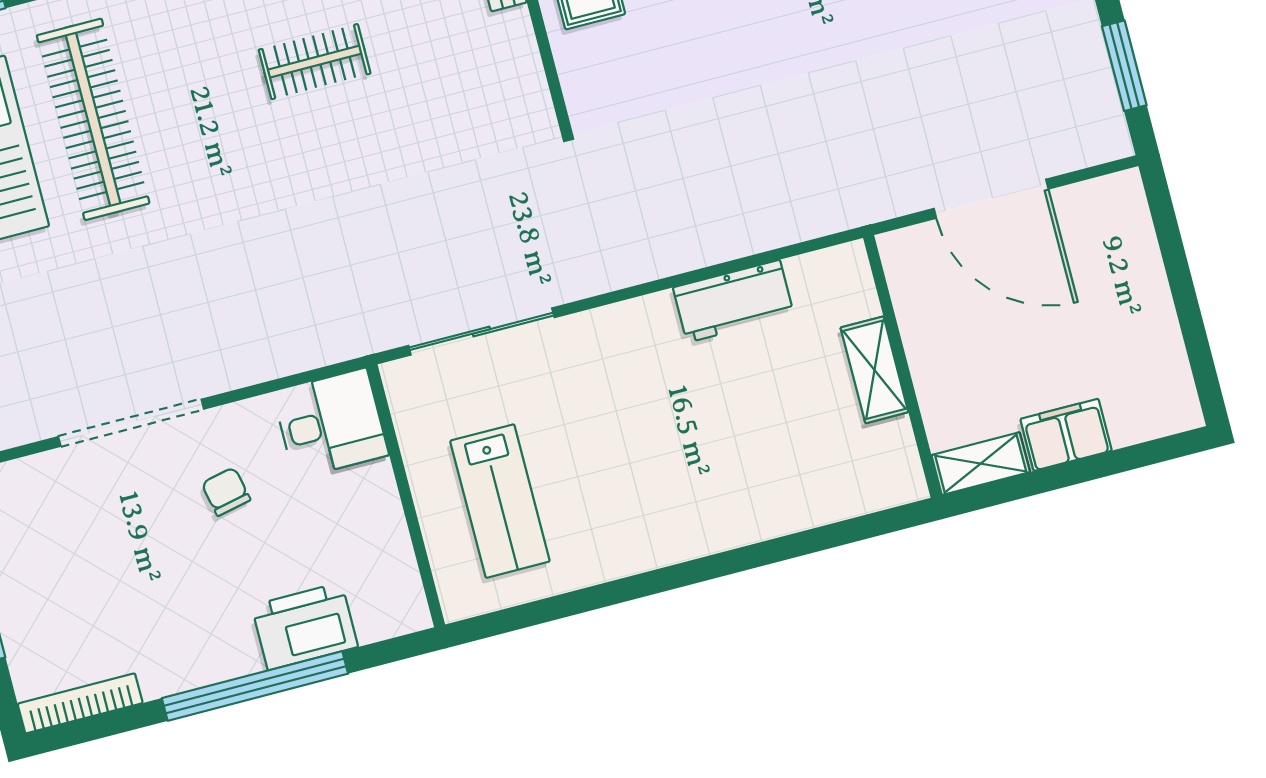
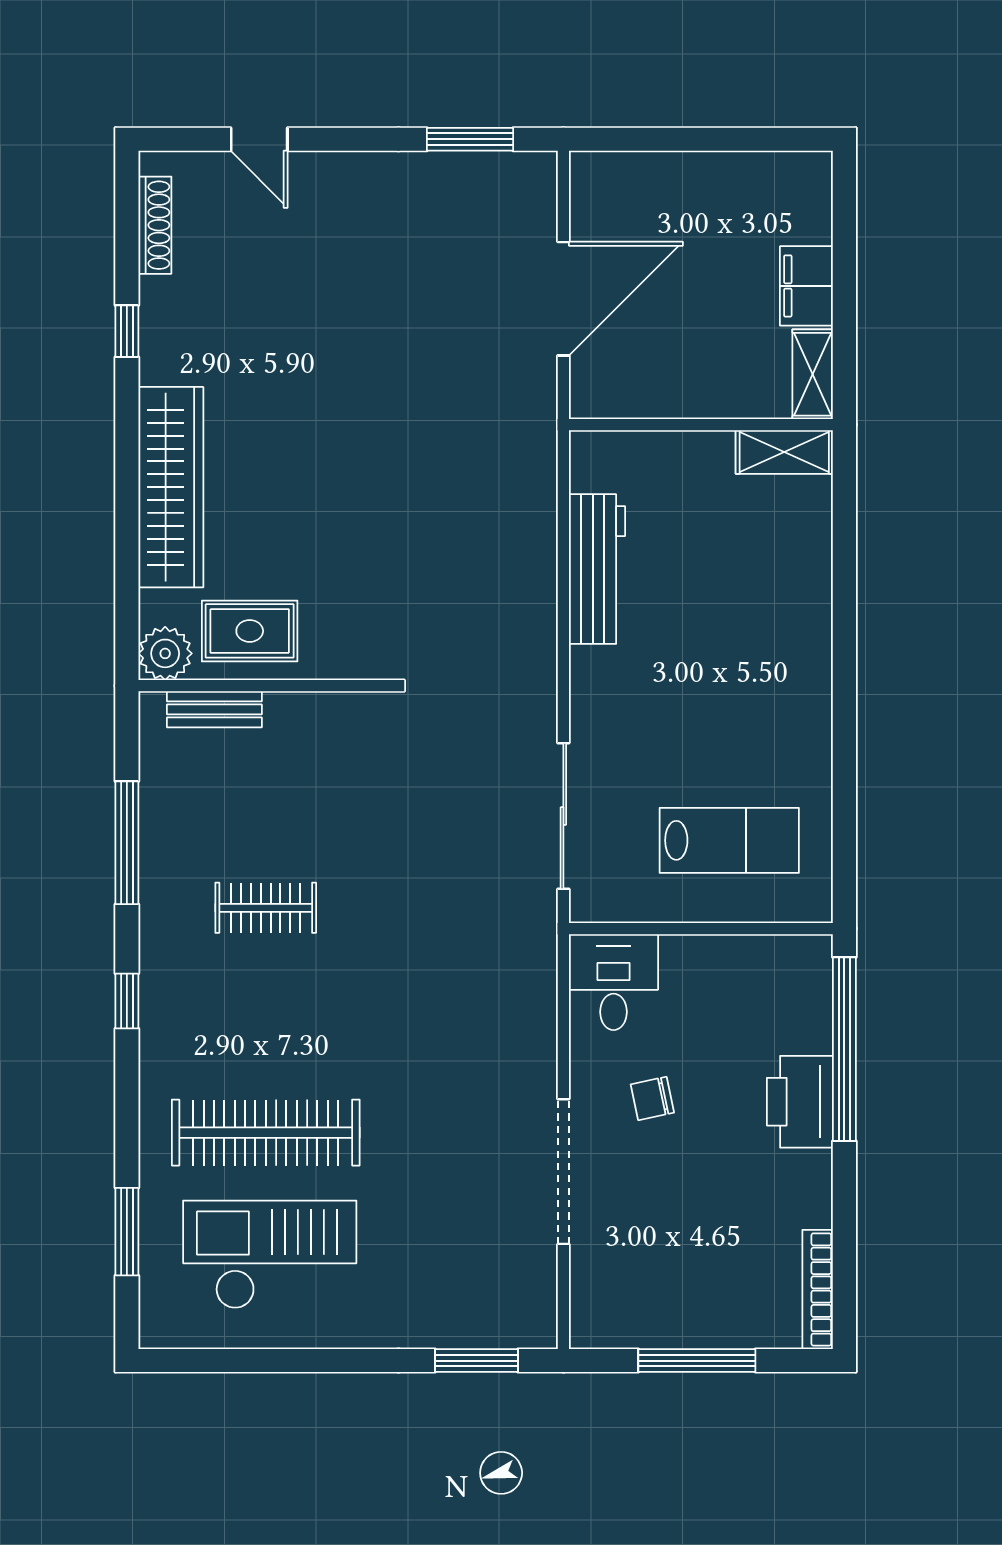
clothes rail: (315, 62) -> (266, 908), turned 90
workbench: (733, 301) -> (597, 569), width x1.38
shelving: (874, 370) -> (784, 452), moved
printer: (305, 626) -> (800, 1102), moved
window: (255, 686) -> (844, 1049), moved

